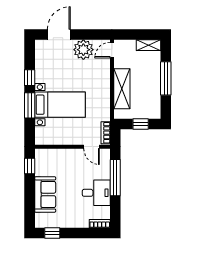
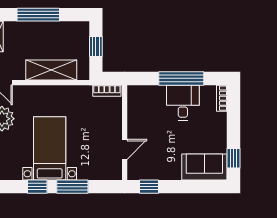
bed with nightstands: (60, 105) -> (50, 148), moved
door: (92, 147) -> (125, 149), moved
window: (115, 178) -> (181, 78), moved
sofa: (45, 194) -> (204, 167), moved

